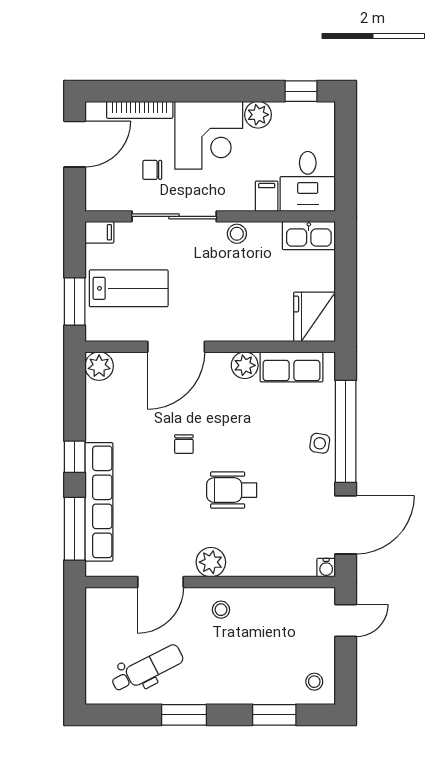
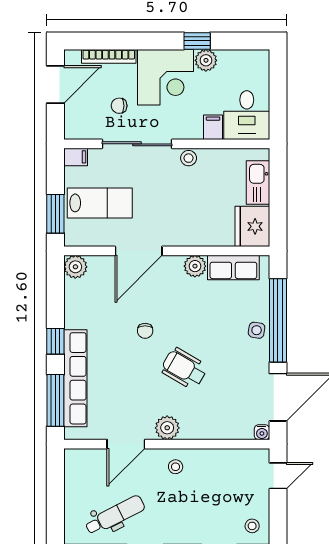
window: (301, 91) -> (197, 41), moved
kitchen sink: (309, 236) -> (258, 183), moved, turned 90
wheelchair: (232, 490) -> (184, 369), turned 30

